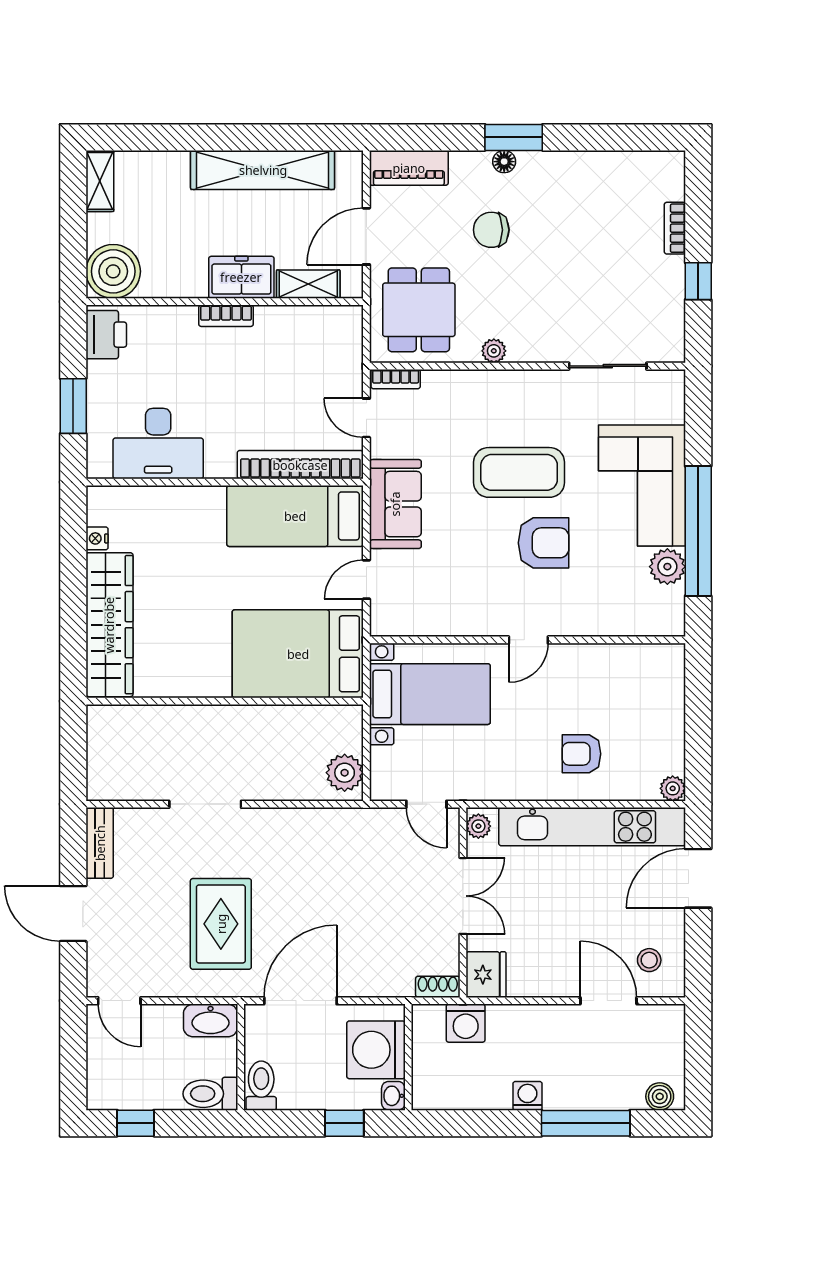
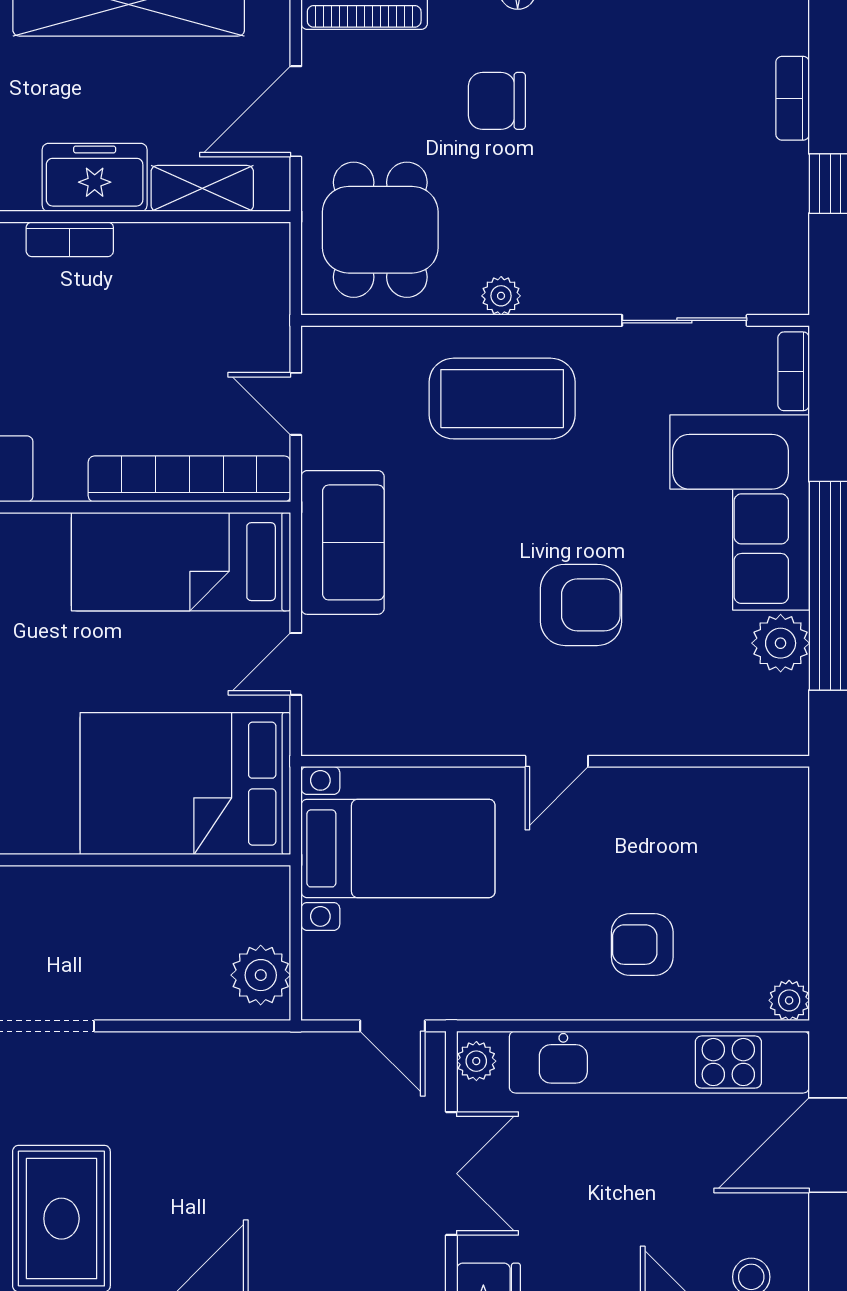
bookcase: (396, 379) -> (794, 371), moved, turned 90
coffee table: (519, 472) -> (502, 399), moved

